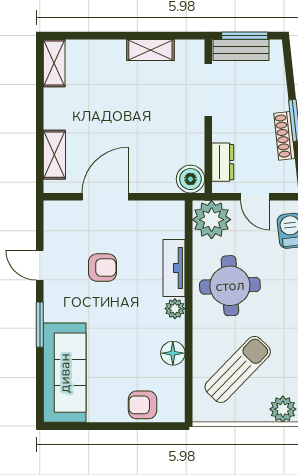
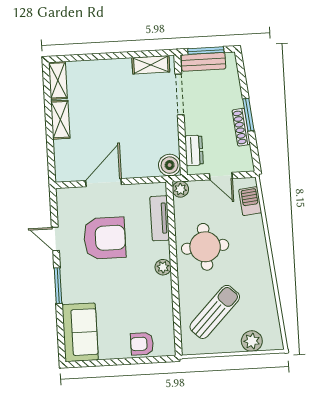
shelving: (150, 50) -> (151, 65), moved
shelving: (54, 155) -> (60, 120), moved
plant: (212, 220) -> (180, 189), width x0.53, depth x0.53
armchair: (102, 268) -> (105, 238), width x1.88, depth x1.88
tv unit: (174, 268) -> (160, 218), moved
floor lamp: (173, 353) -> (163, 302), removed
sofa: (65, 373) -> (80, 332), width x0.73

